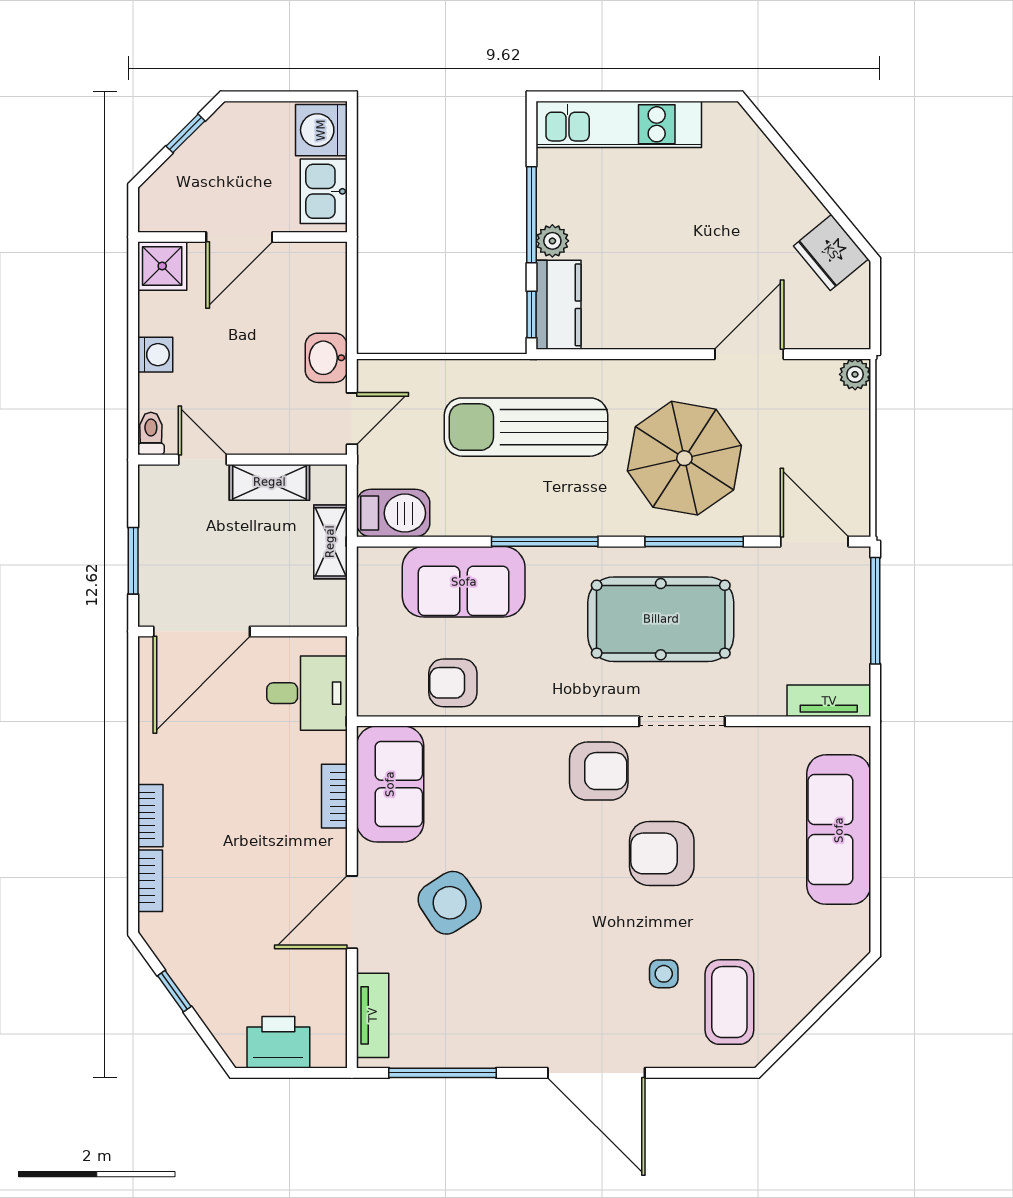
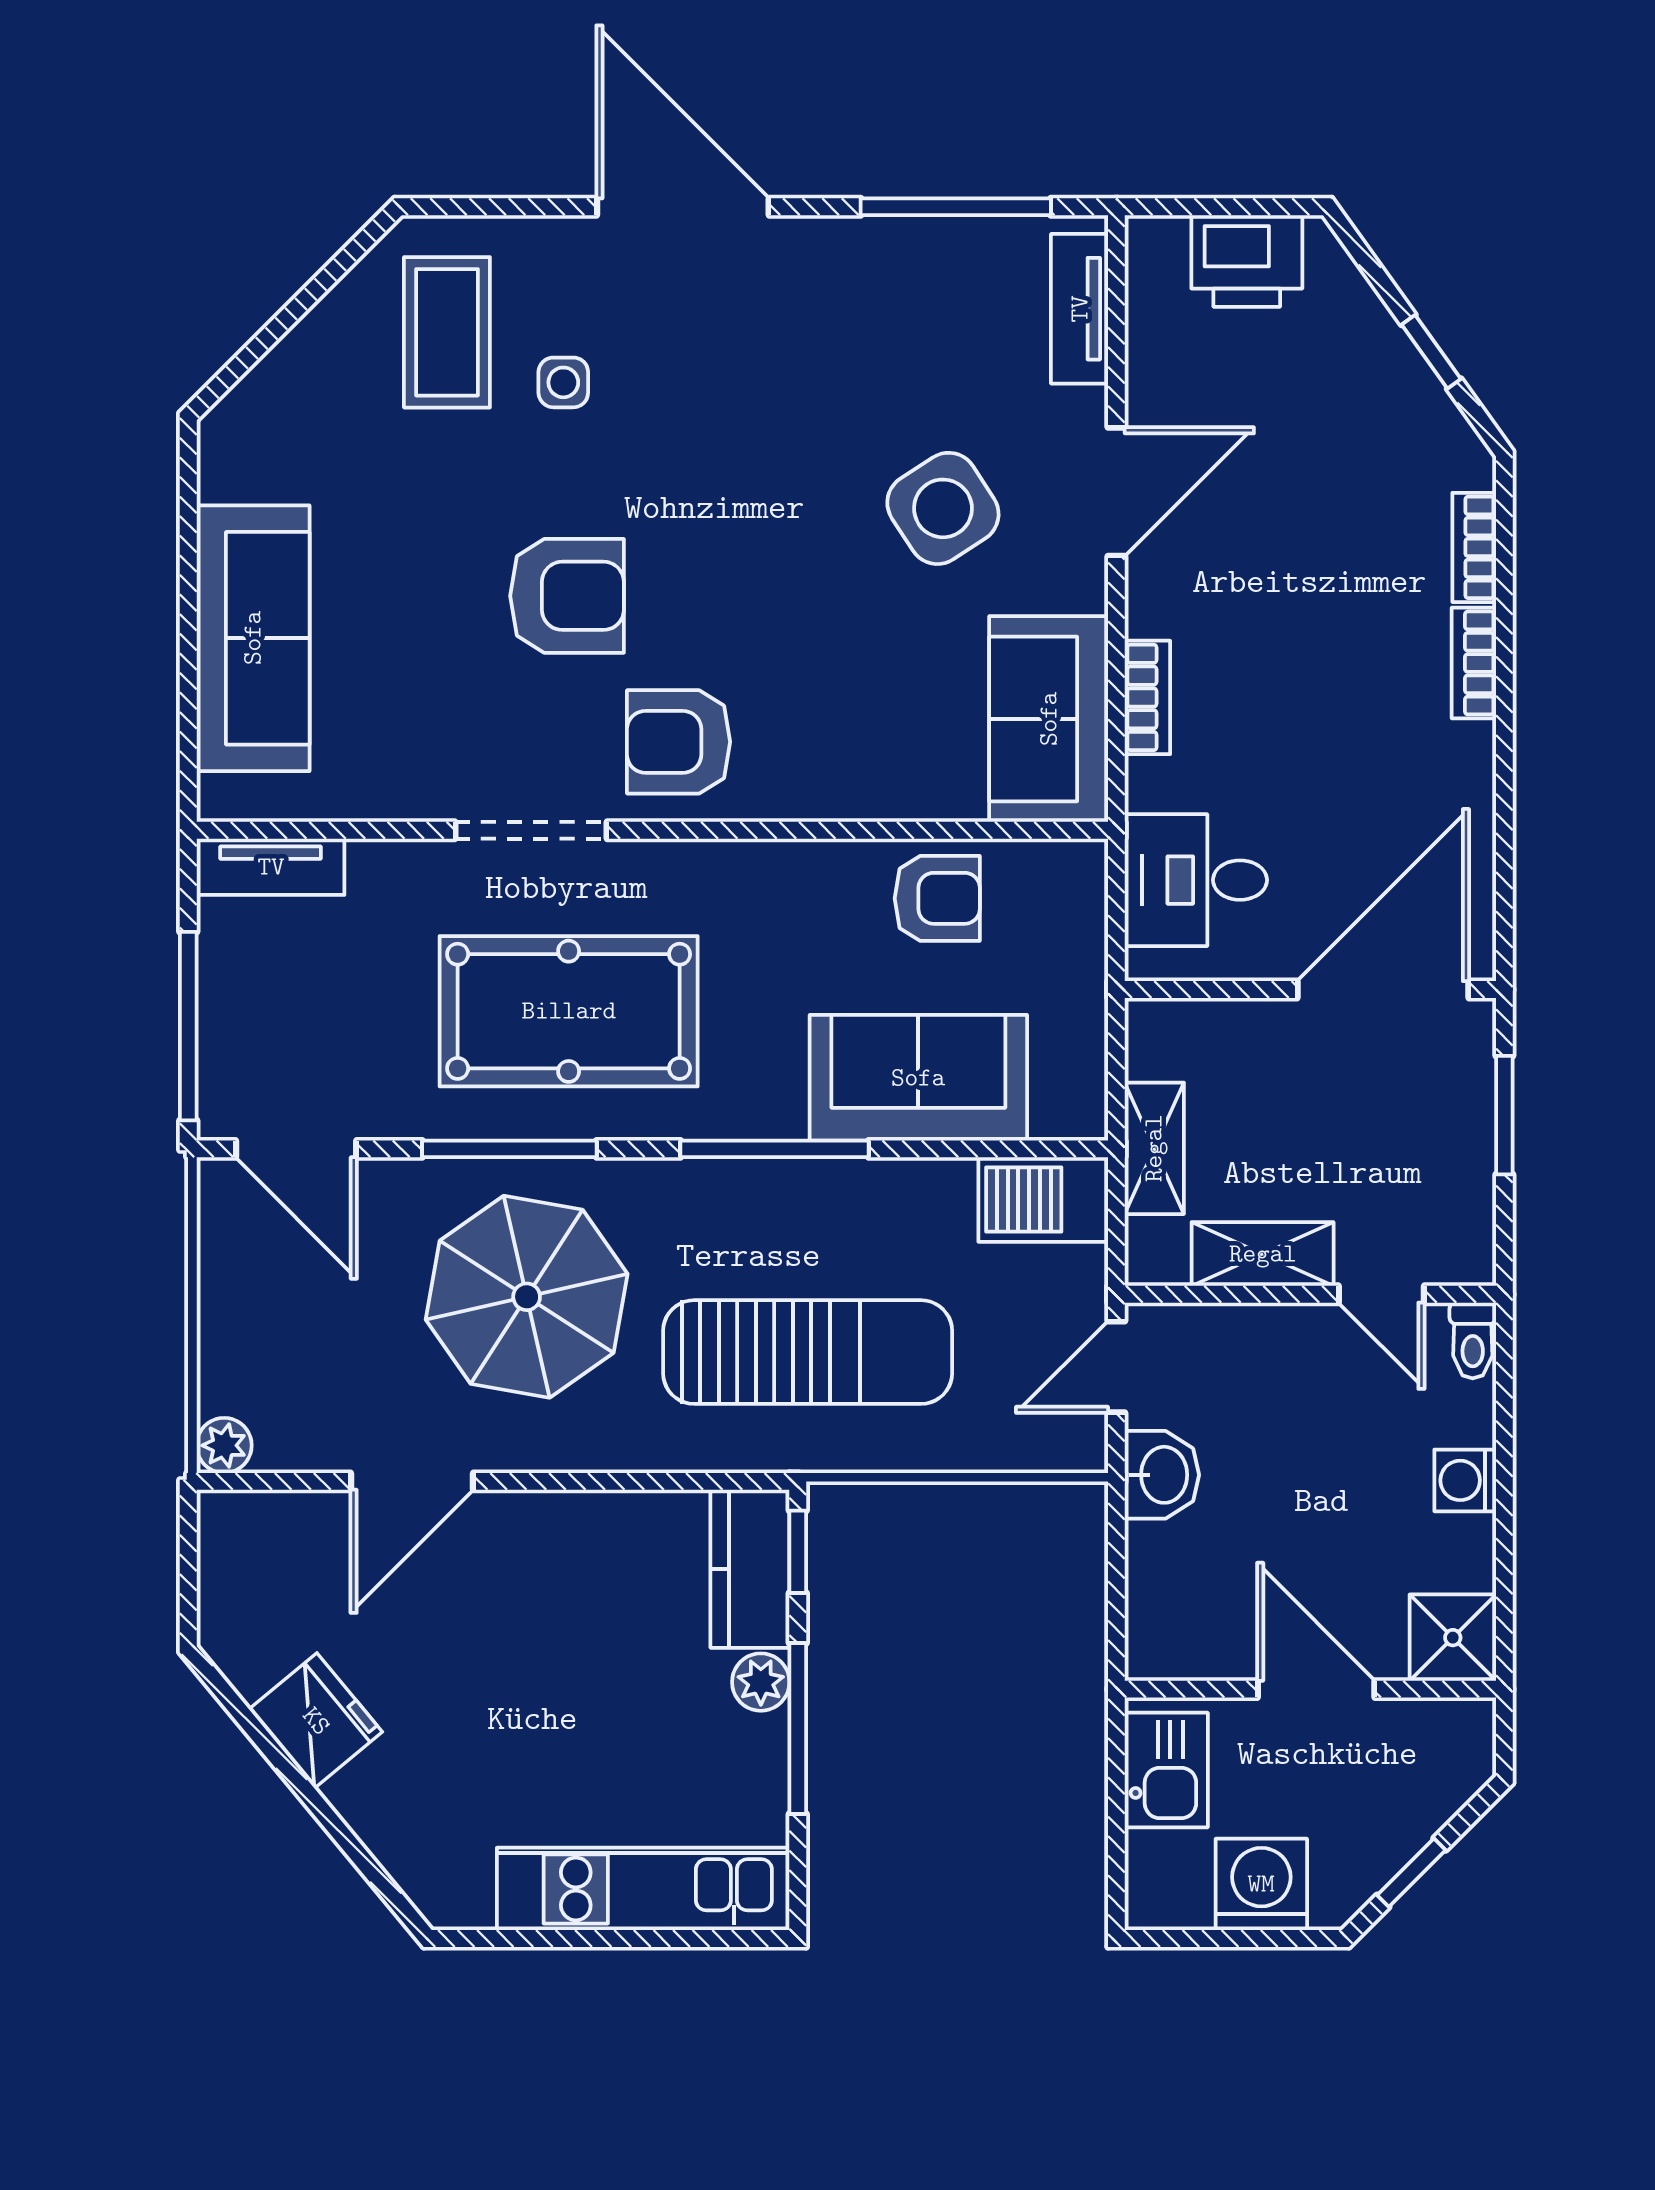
washing machine: (321, 130) -> (1261, 1884), moved, turned -90
door: (239, 237) -> (1316, 1689), hinge flipped
fridge: (831, 252) -> (316, 1721), moved

